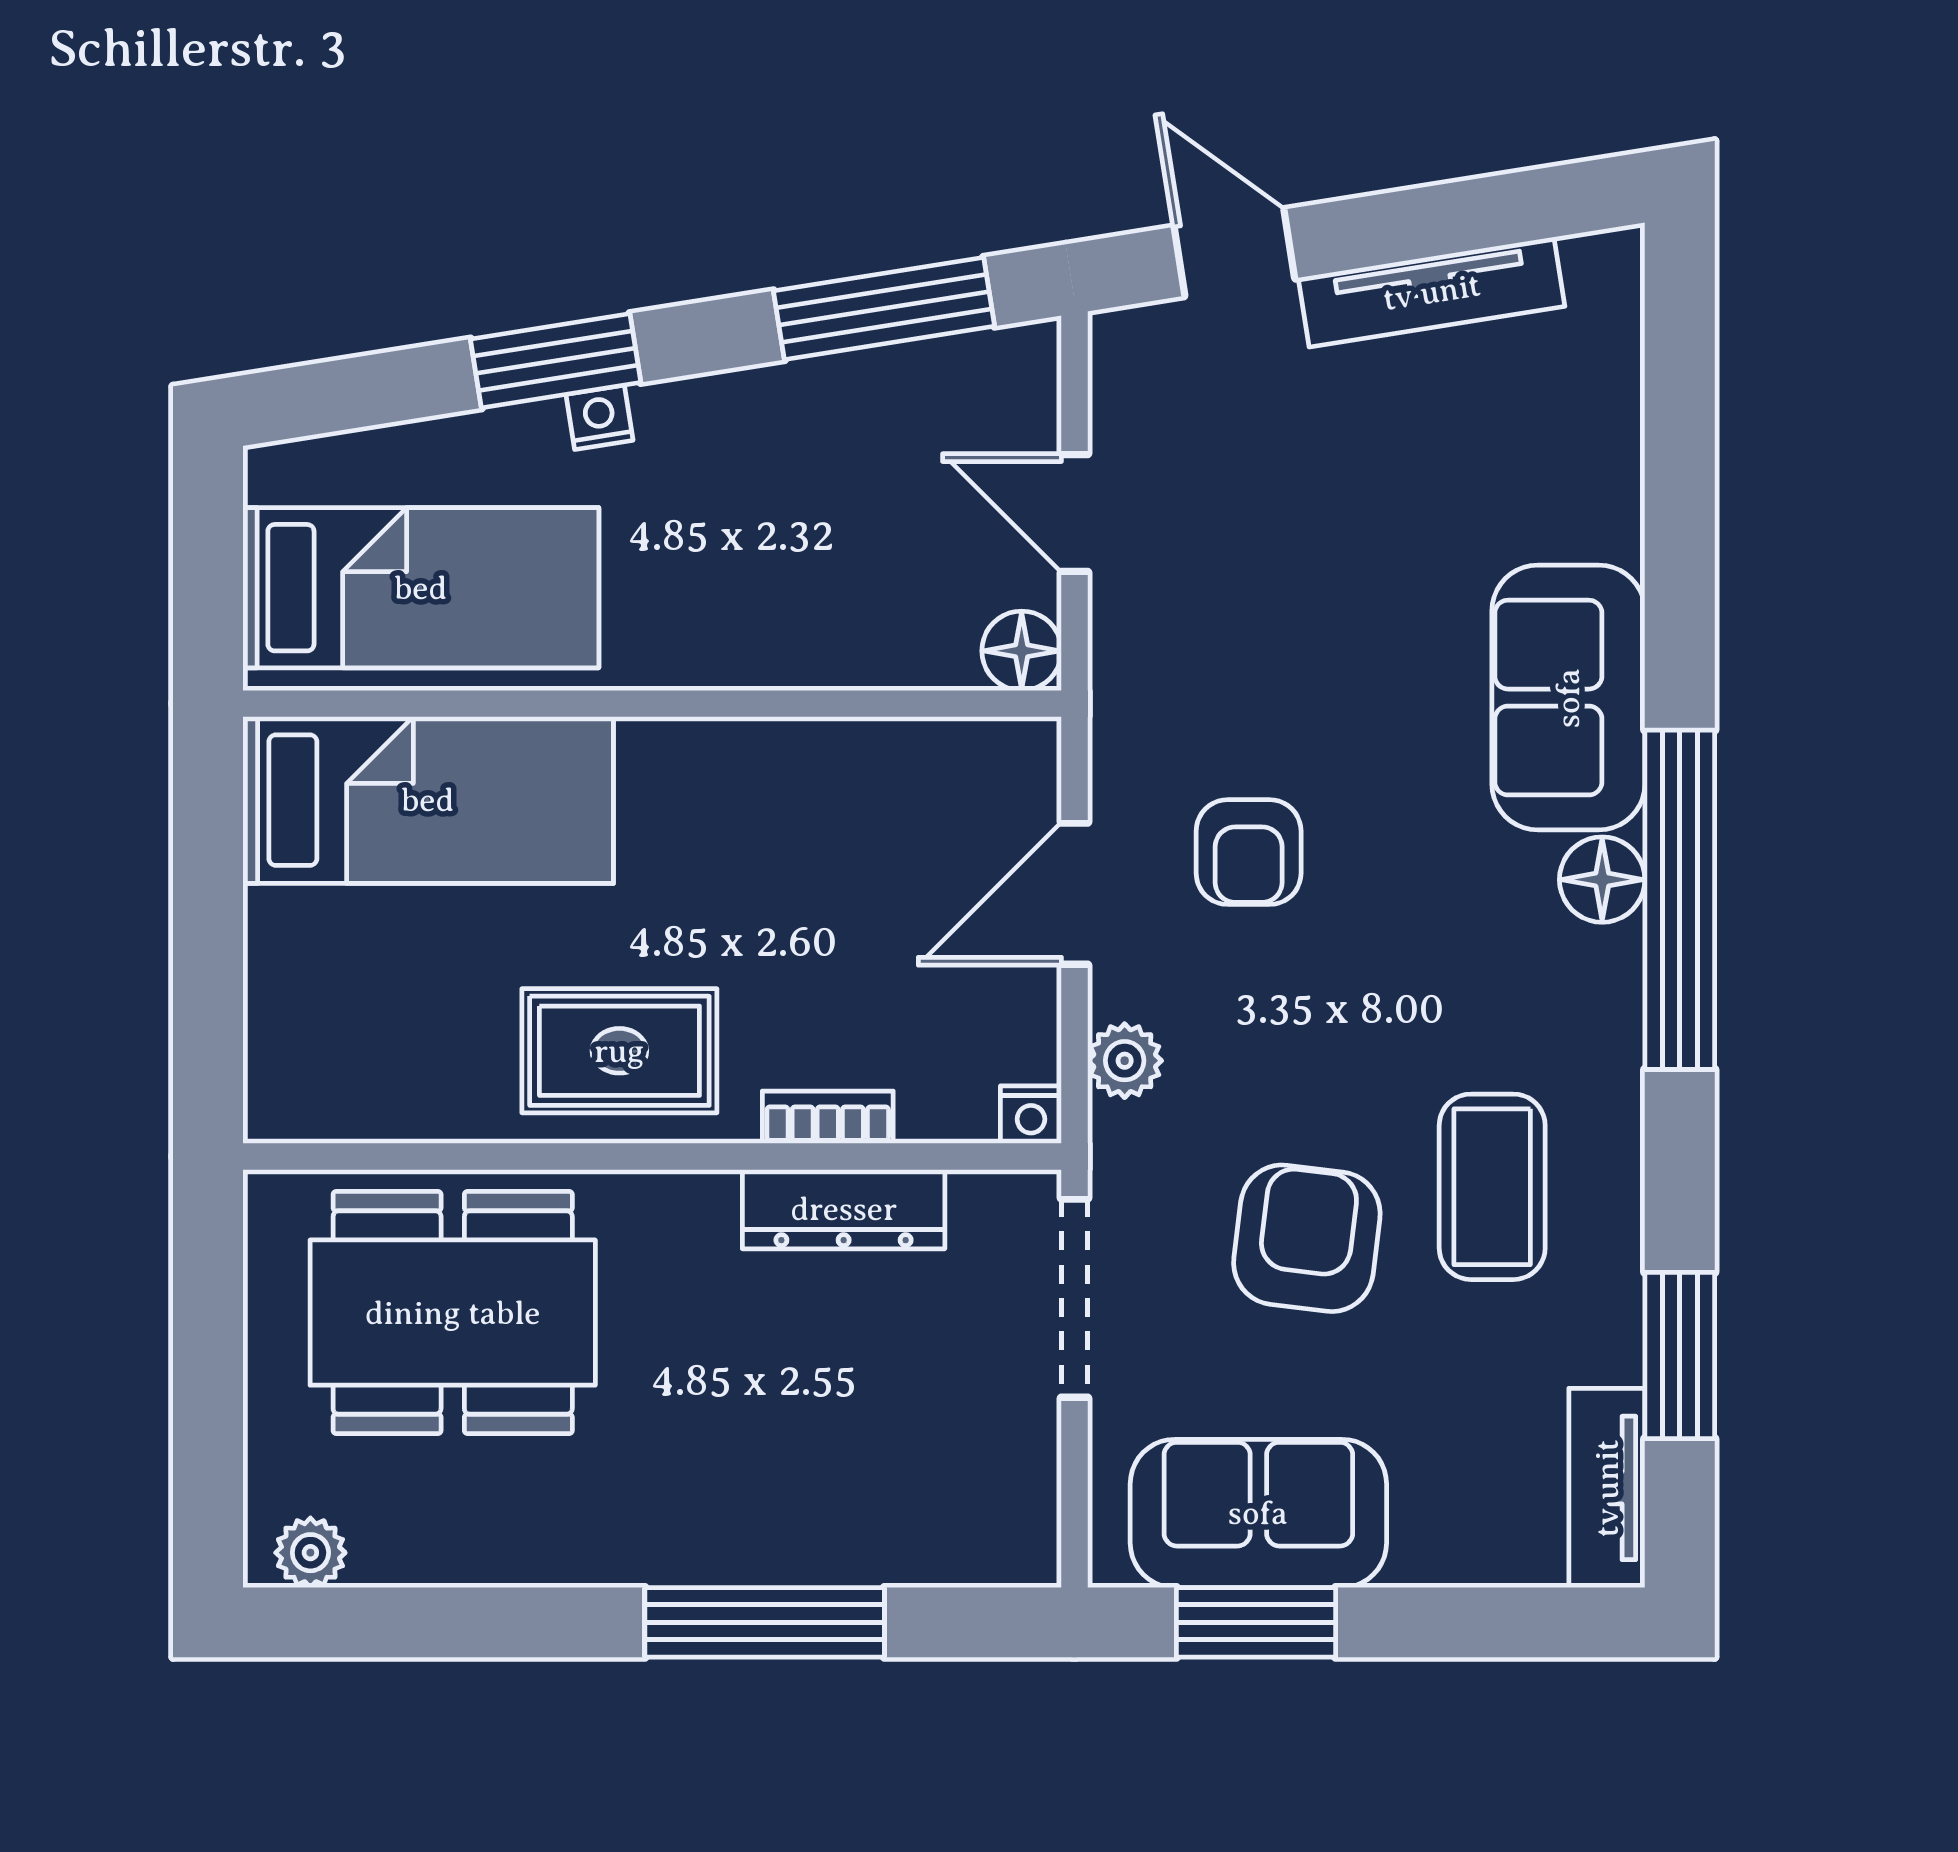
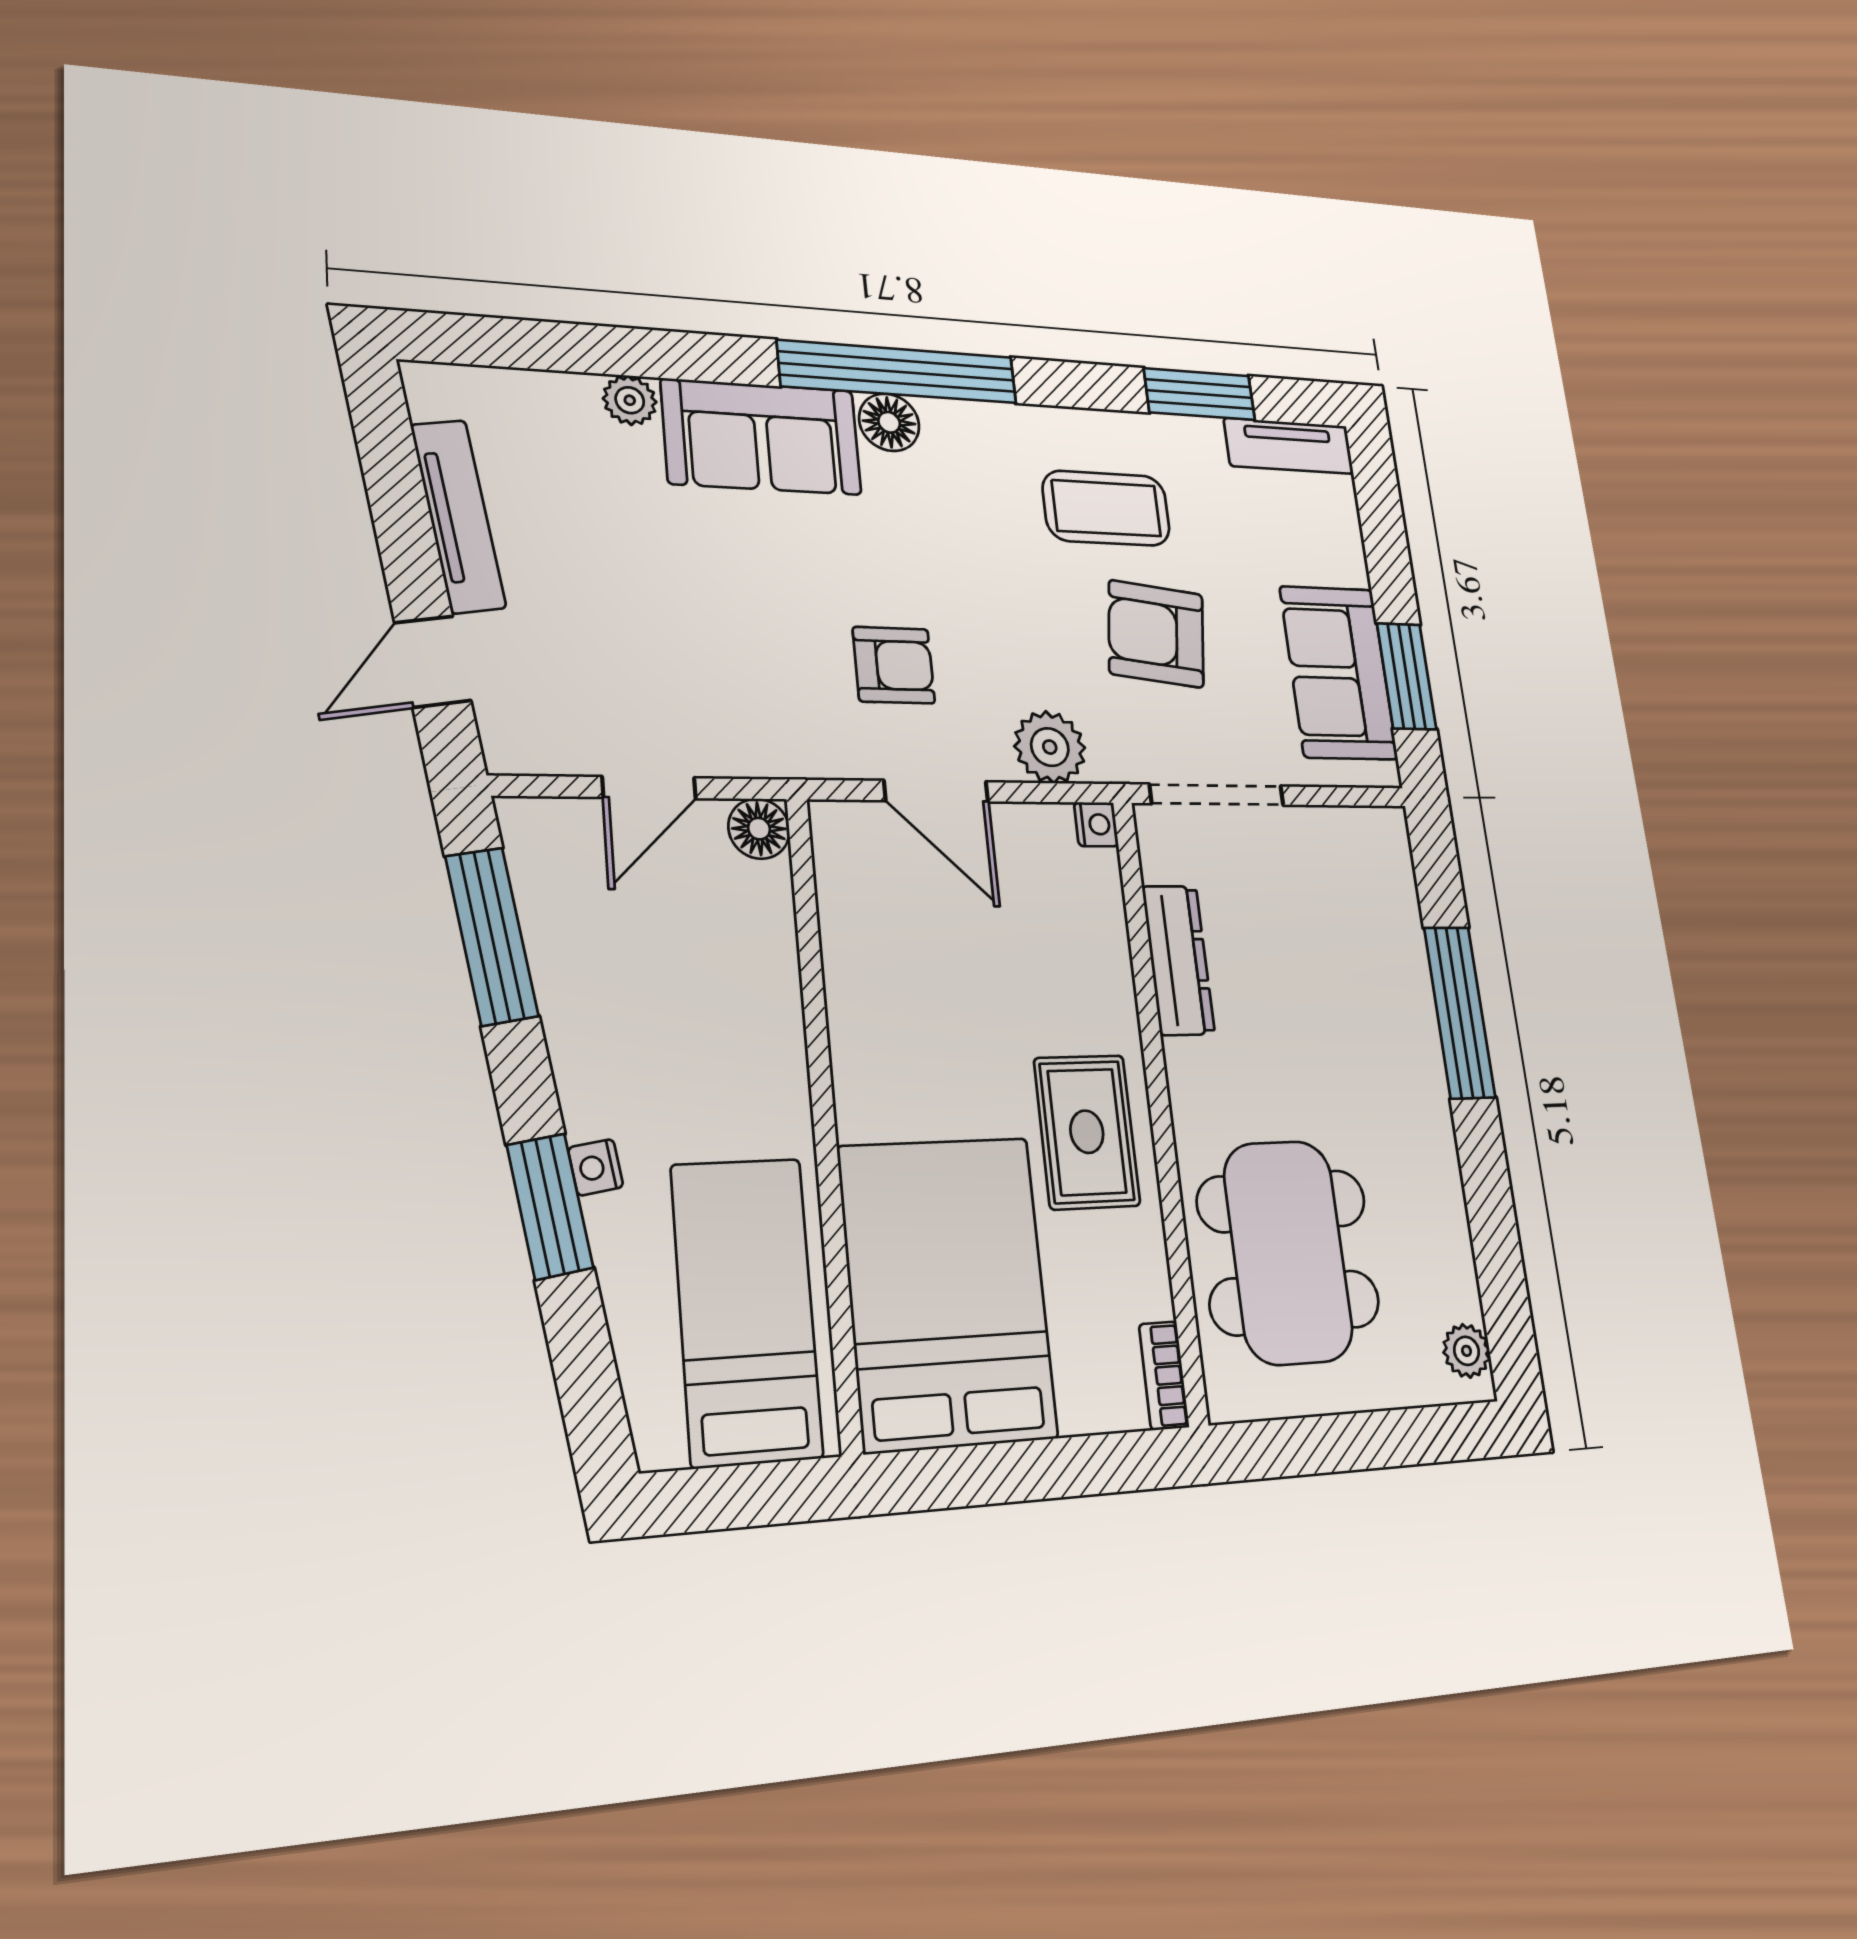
plant: (1609, 522) -> (630, 400), added
bed: (428, 800) -> (947, 1292), width x1.50
plant: (1125, 1061) -> (1050, 747), width x1.38, depth x1.38
bookcase: (828, 1117) -> (1164, 1376), moved

